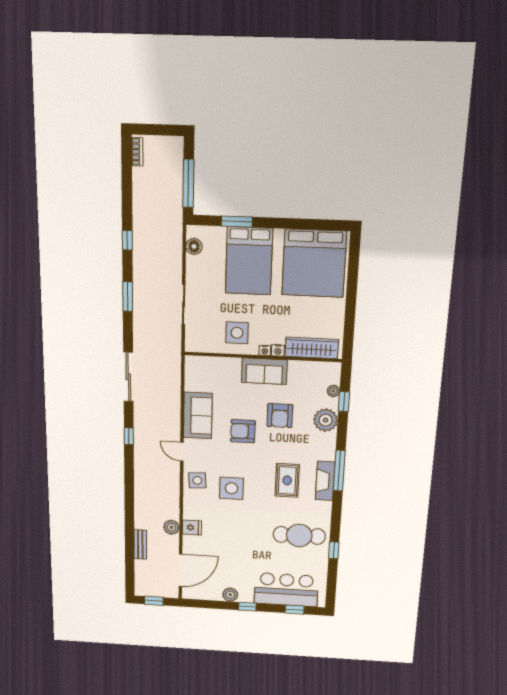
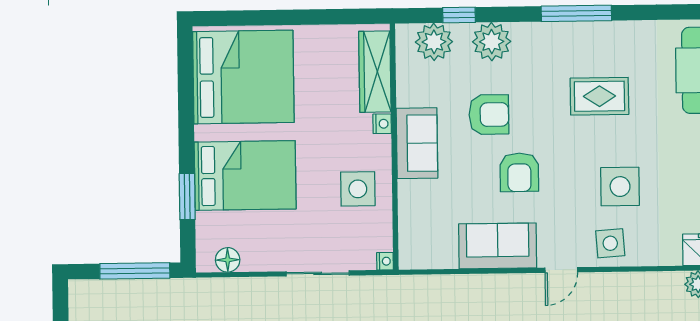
nightstand: (265, 350) -> (385, 261), moved
plant: (333, 391) -> (434, 42), width x1.87, depth x1.87
fireplace: (325, 481) -> (596, 35), removed

